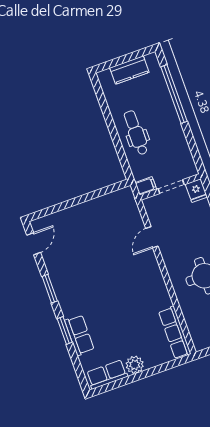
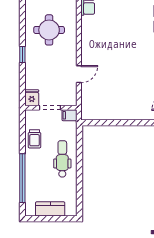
dental chair: (136, 133) -> (62, 159), turned 180
trolley: (176, 144) -> (34, 139), added

